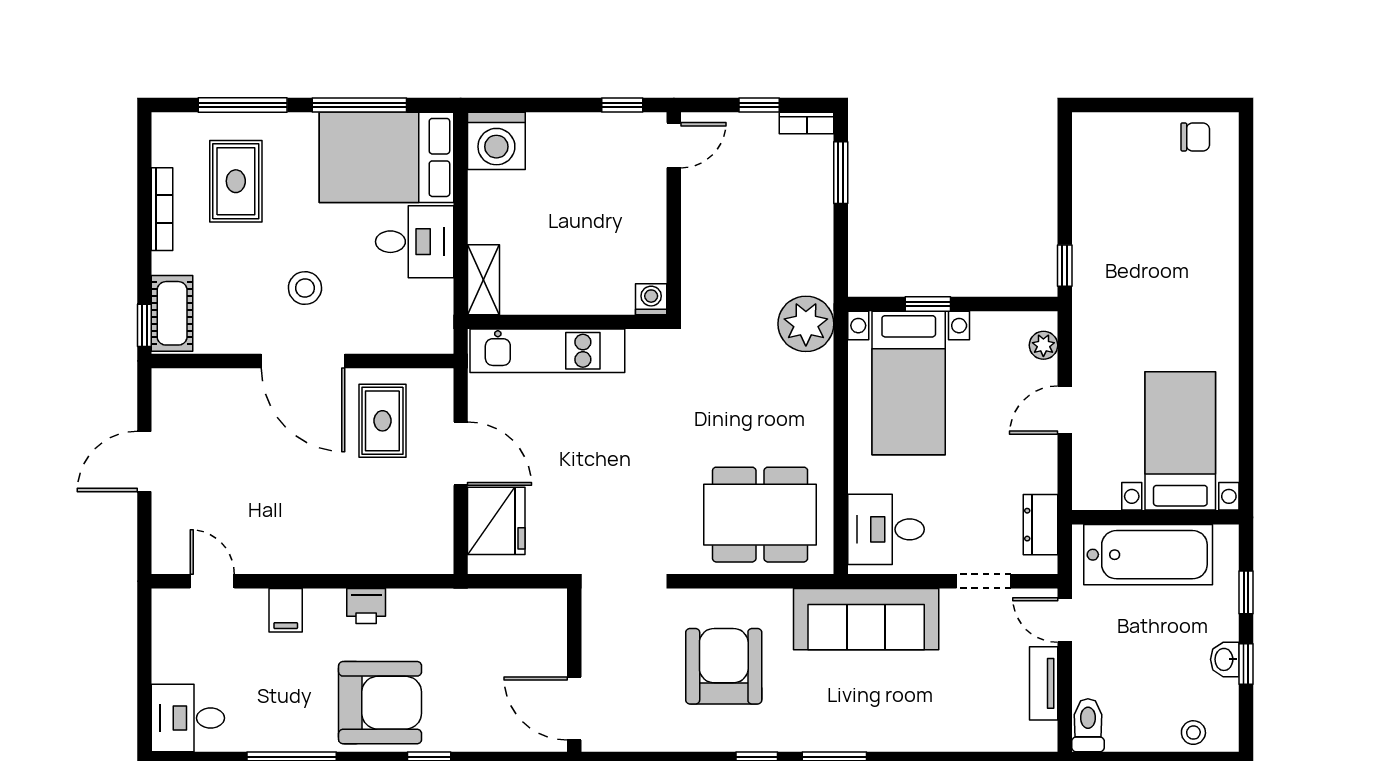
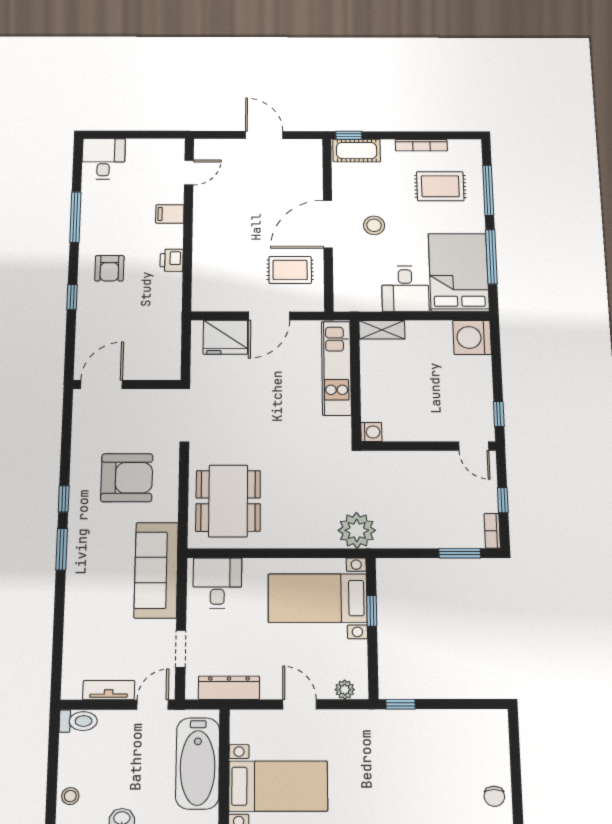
dresser: (1041, 525) -> (229, 688), width x1.44
armchair: (380, 703) -> (109, 268), width x0.53, depth x0.53

